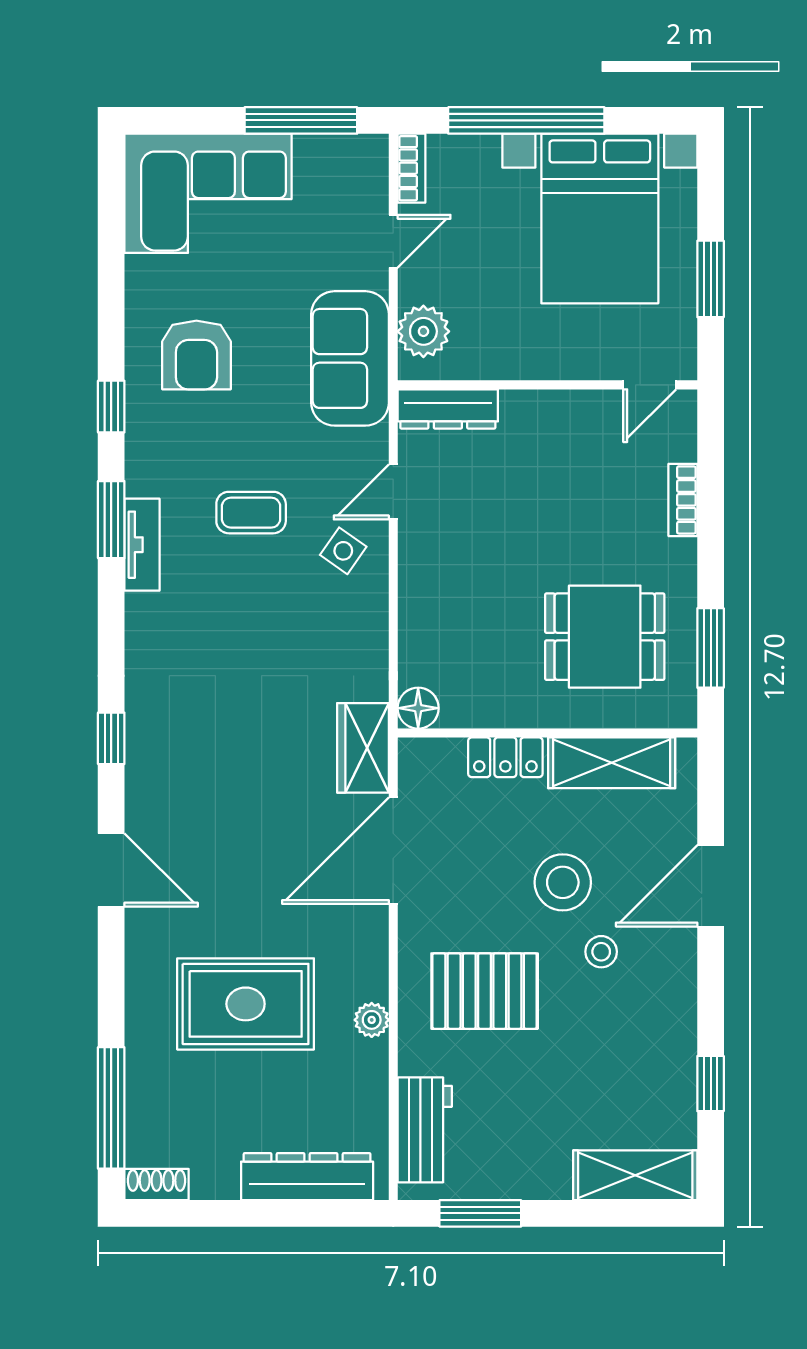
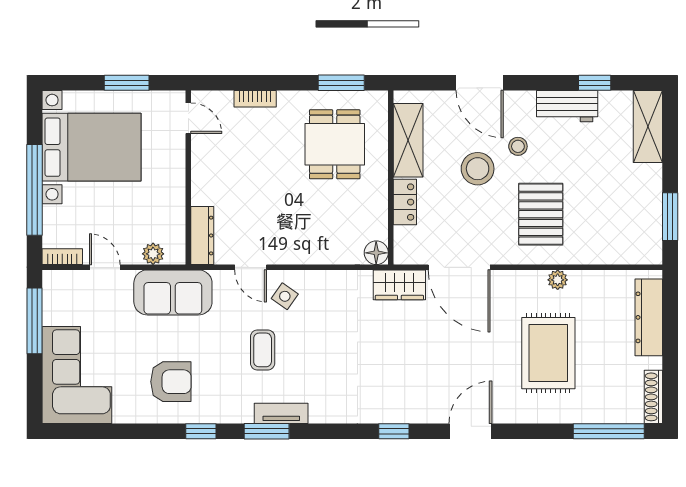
plant: (423, 331) -> (153, 254), width x0.73, depth x0.73
workbench: (425, 1130) -> (567, 106), moved, turned 180
shoe rack: (157, 1185) -> (653, 397), width x1.43

